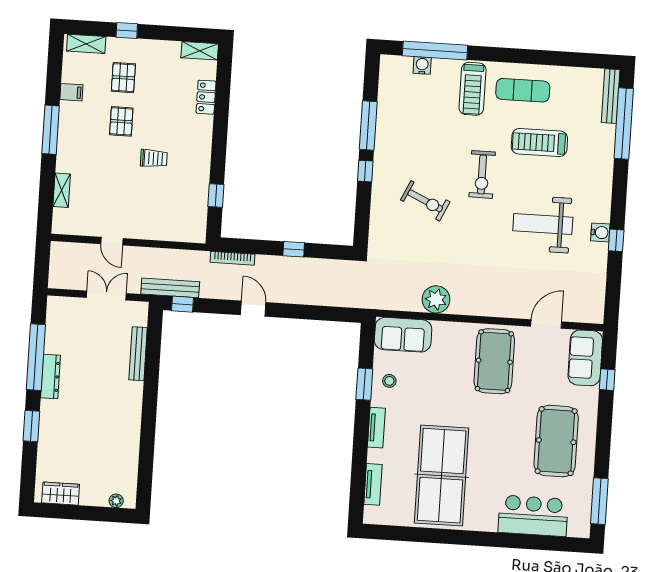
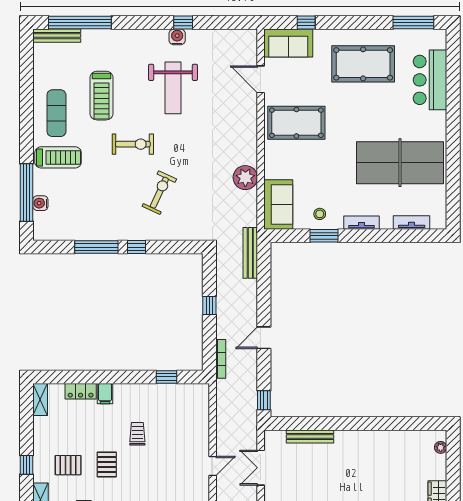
pallet: (121, 121) -> (107, 464), turned 90
filing cabinet: (202, 125) -> (105, 394), added
bench: (170, 288) -> (250, 253), moved

